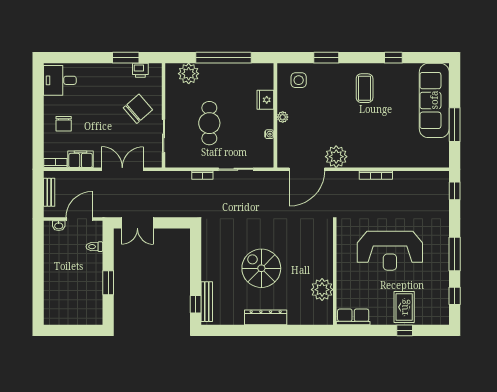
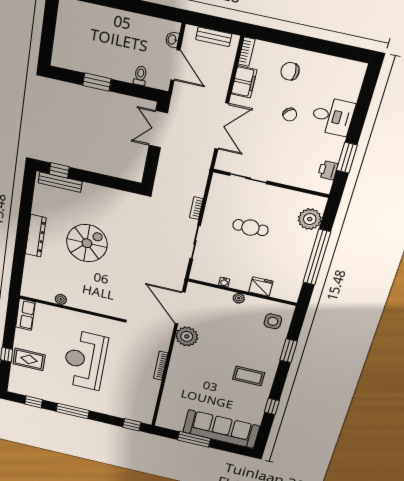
desk: (60, 80) -> (333, 116), moved, turned 90
chair: (138, 109) -> (290, 115), moved, width x0.54, depth x0.54
cafe table: (209, 123) -> (250, 228), width x0.73, depth x0.74
plant: (322, 290) -> (61, 299), width x0.53, depth x0.53

